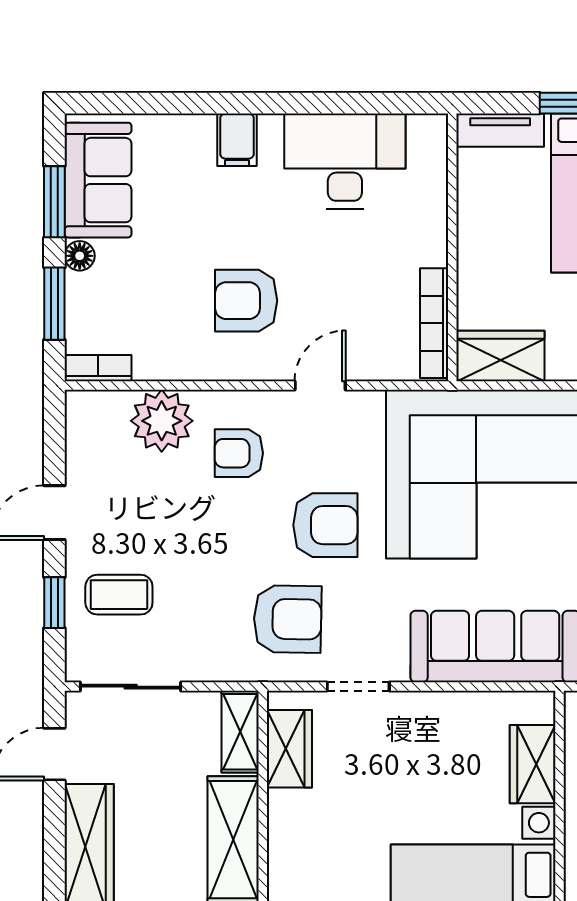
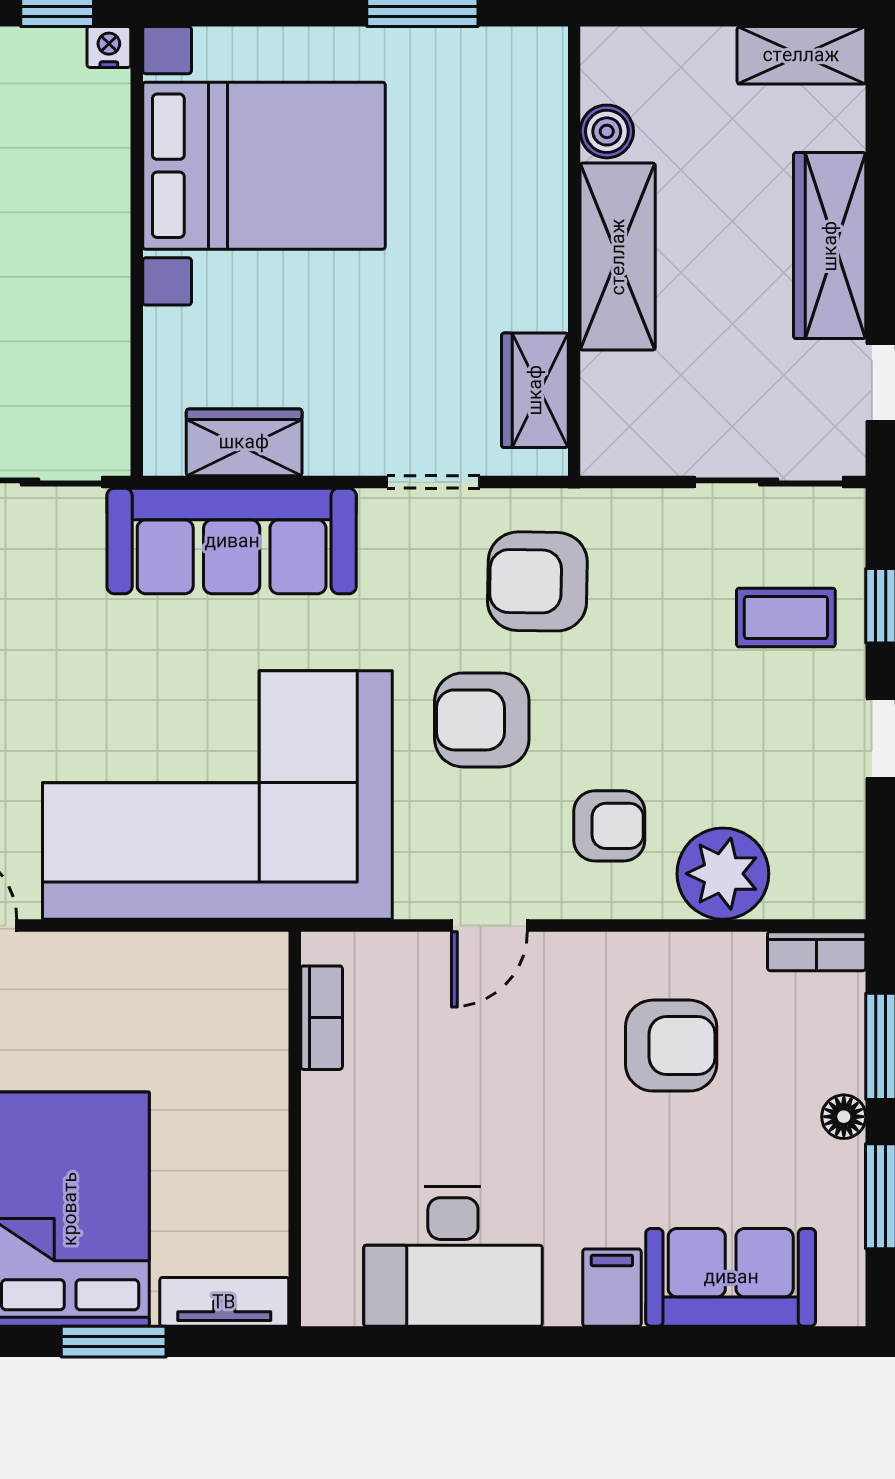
sofa: (98, 180) -> (731, 1277), moved, turned 90
armchair: (246, 301) -> (671, 1046), moved
bookcase: (434, 323) -> (322, 1018), width x0.64
wardrobe: (501, 356) -> (223, 969), removed
shelving: (240, 732) -> (607, 415), removed
wardrobe: (533, 764) -> (244, 442), moved, turned -90

